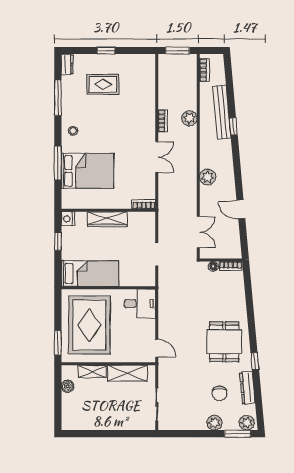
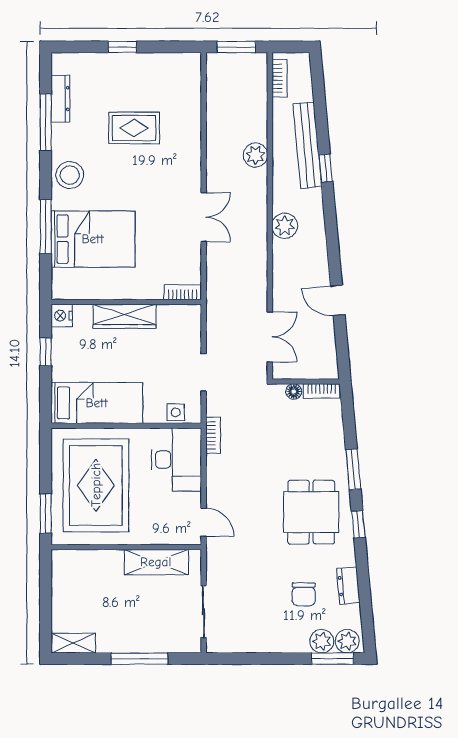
dresser: (67, 64) -> (60, 99), moved, width x1.44
rug: (103, 84) -> (134, 128), moved
bookcase: (163, 121) -> (213, 435), moved
stool: (73, 131) -> (70, 175), width x1.89, depth x1.89
plant: (208, 177) -> (285, 226), moved
side table: (139, 279) -> (176, 412), added
desk: (140, 304) -> (176, 460), width x1.37
window: (251, 315) -> (353, 469), added
window: (255, 361) -> (358, 524), moved
shelving: (92, 371) -> (73, 643), moved
boiler: (68, 386) -> (61, 583), removed
dresser: (247, 388) -> (348, 586), width x0.70
plant: (214, 423) -> (322, 641), moved
window: (117, 434) -> (139, 659), added

